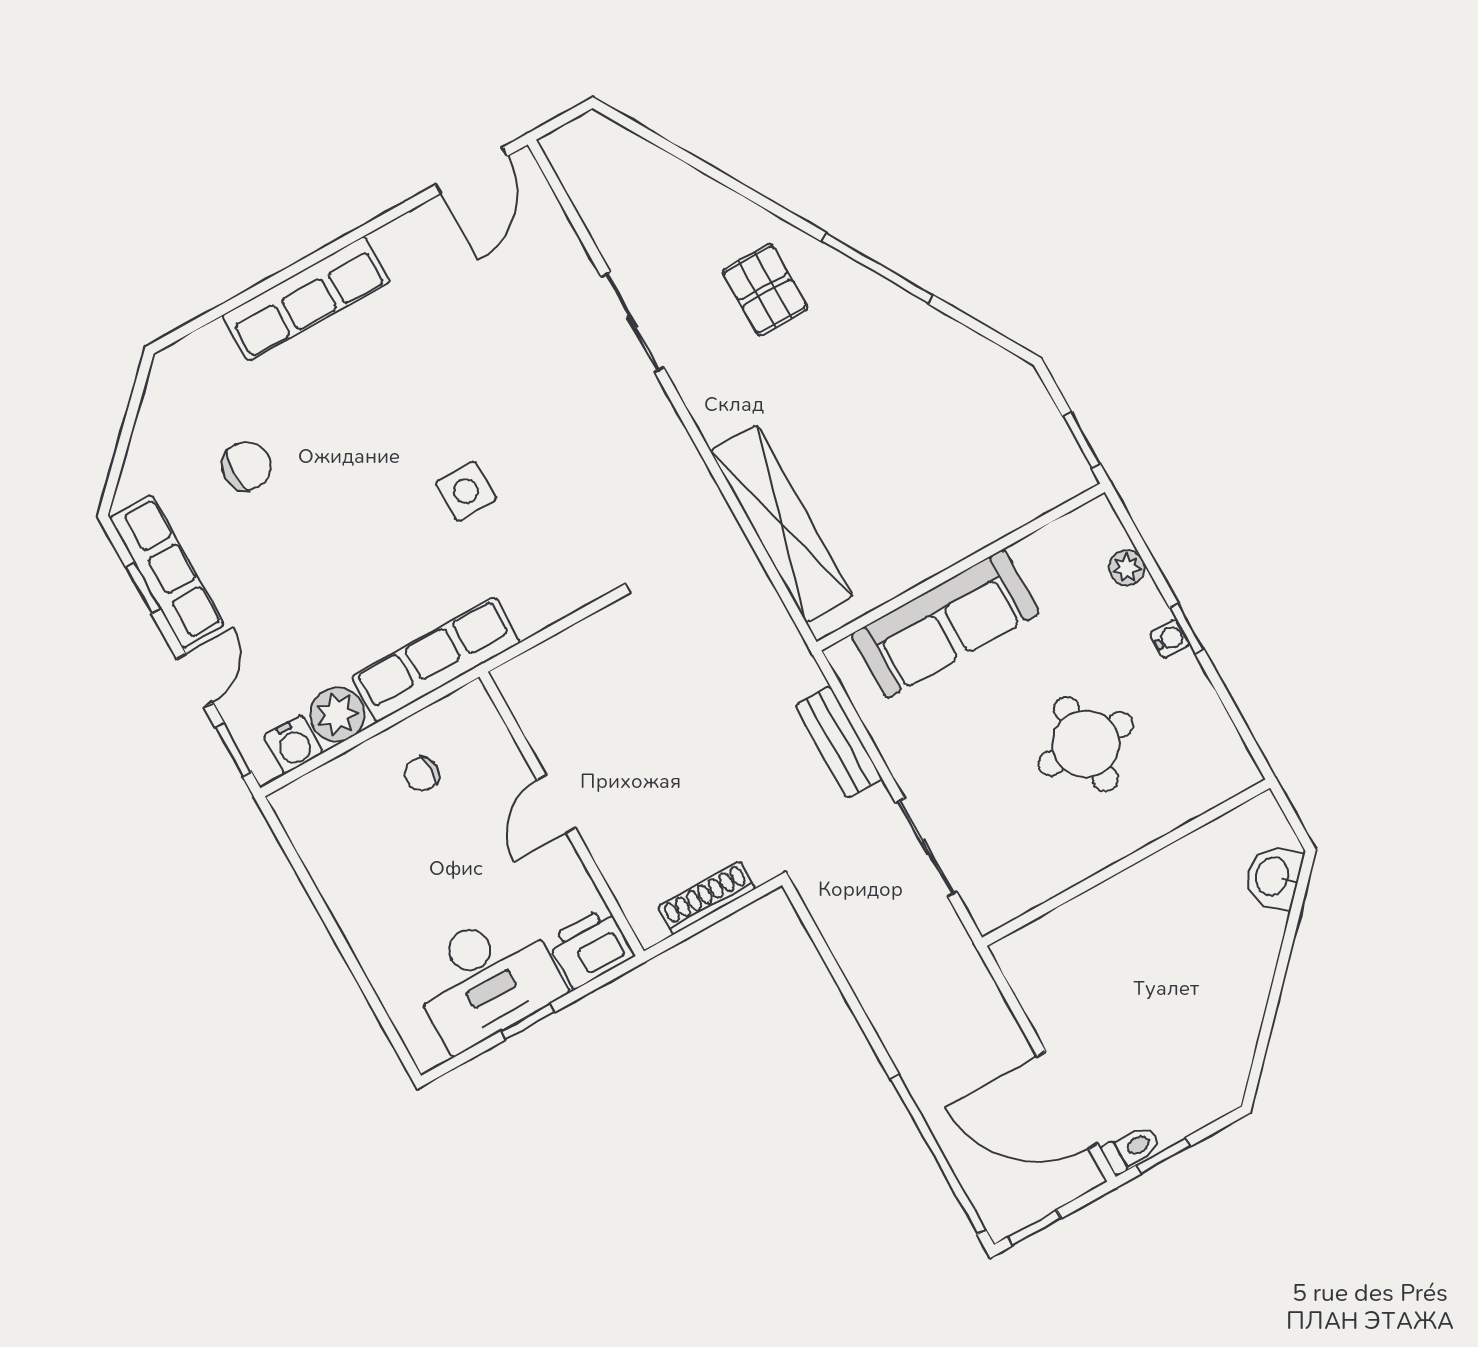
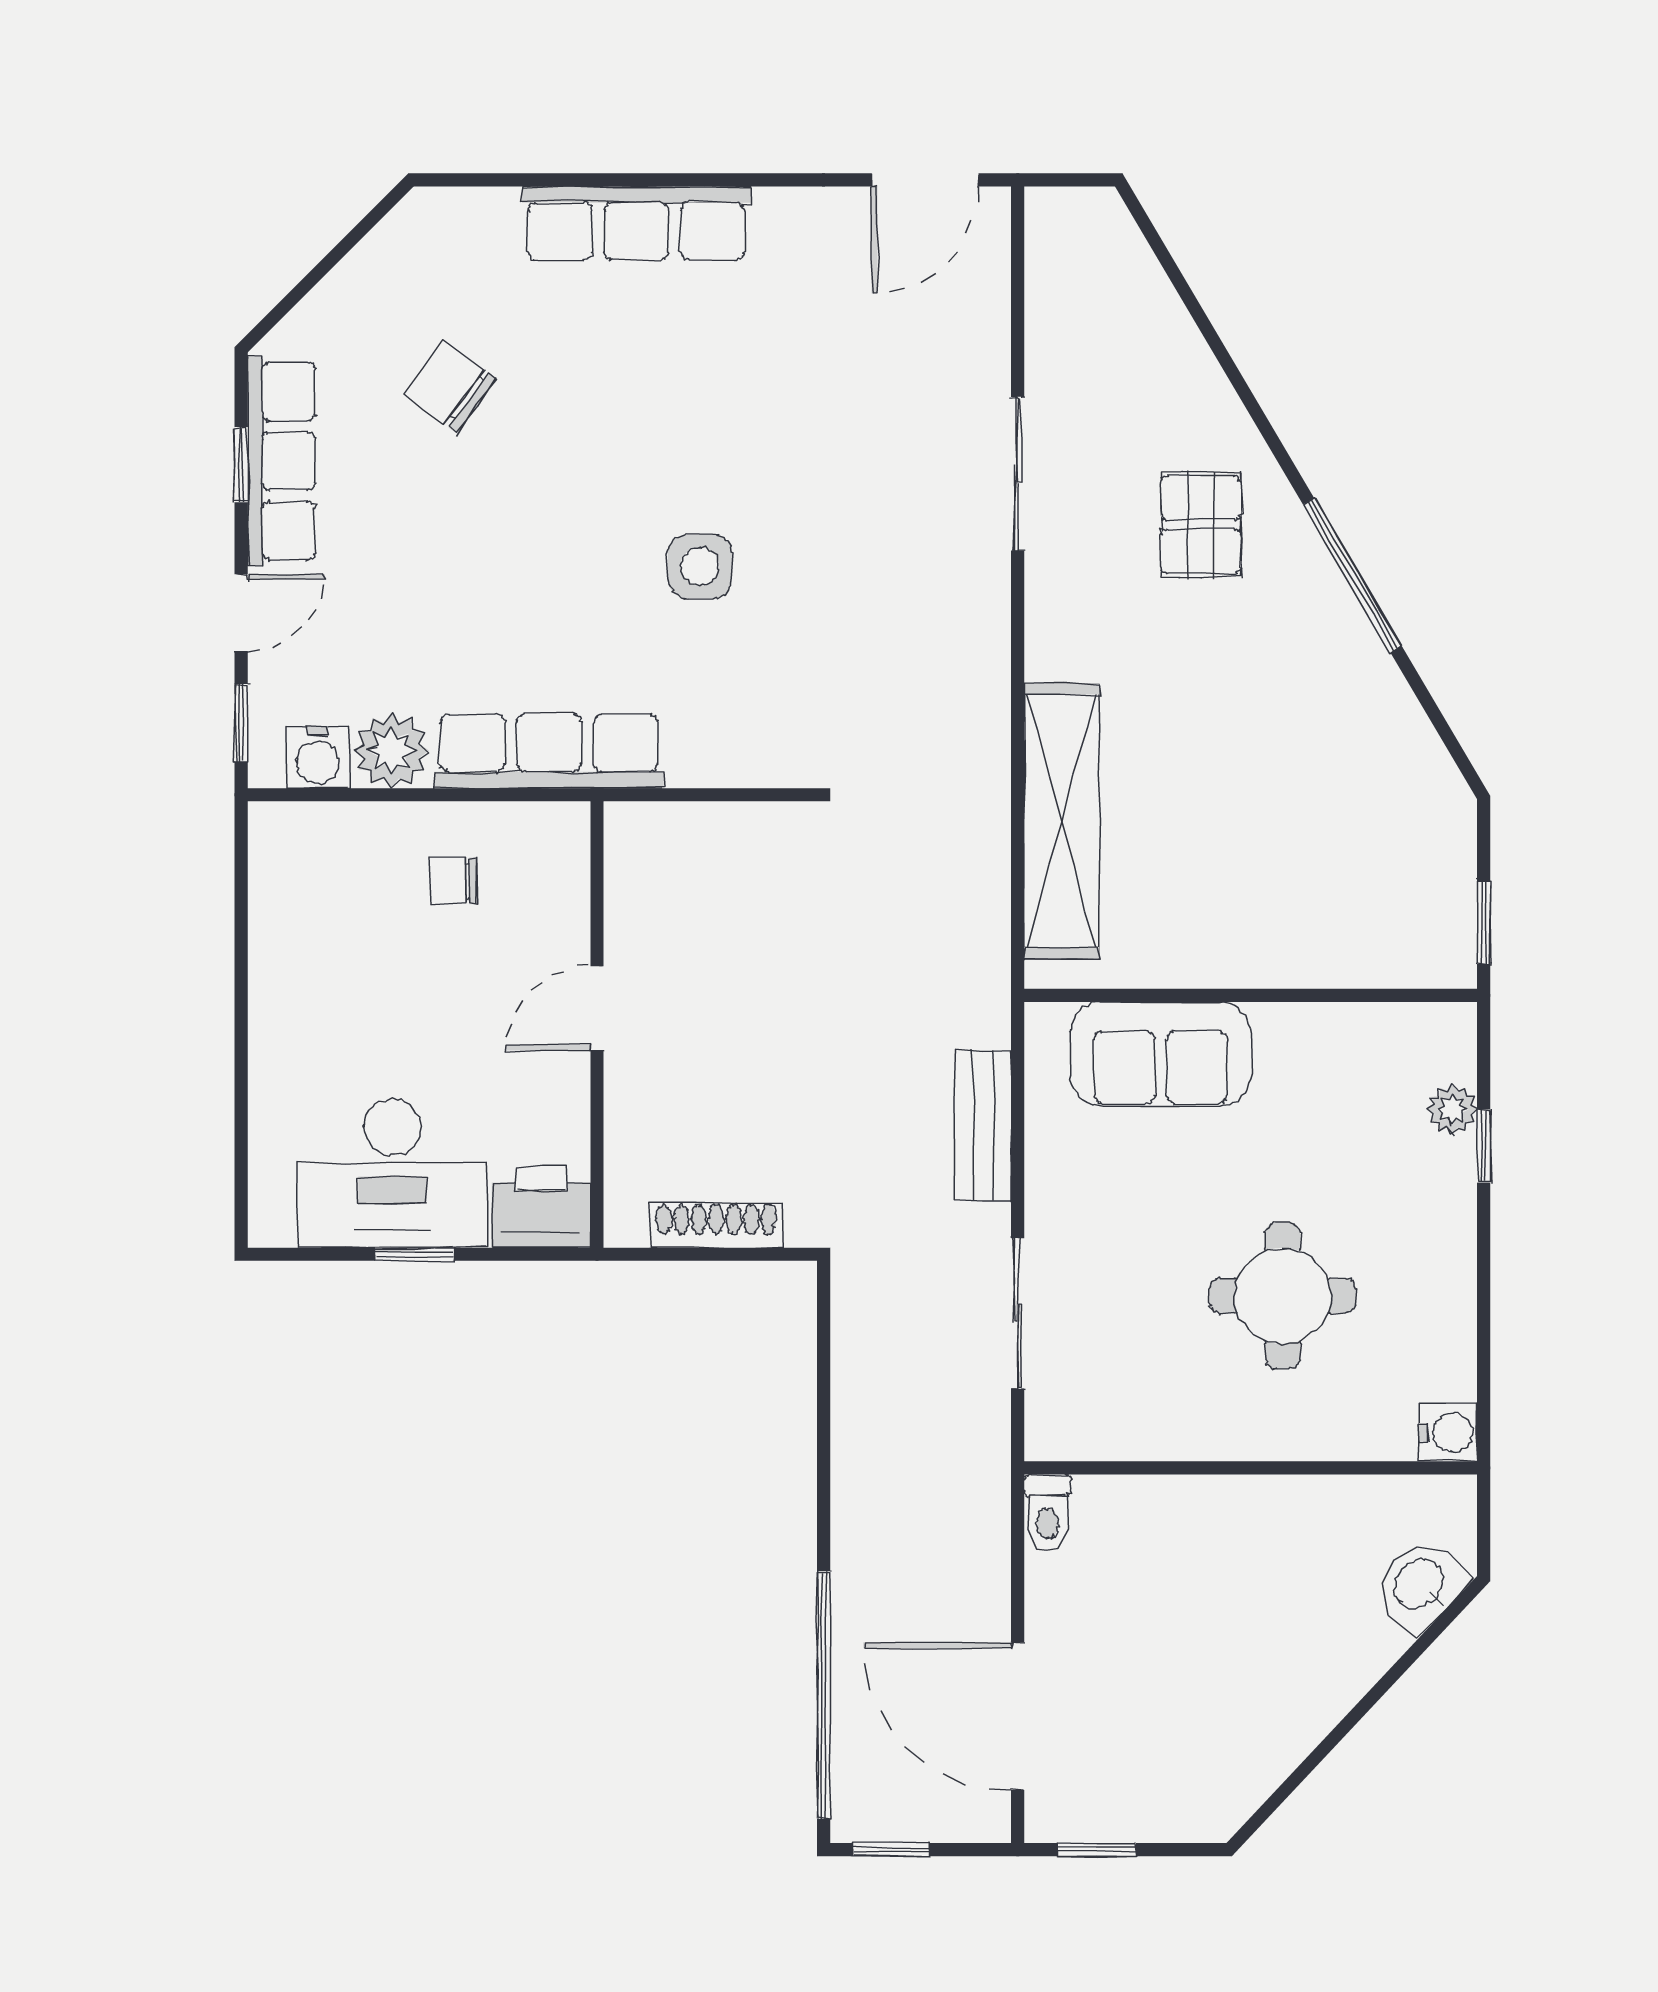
chair: (246, 466) -> (450, 387), turned -144
sofa: (945, 624) -> (1161, 1054), width x0.73
window: (1187, 628) -> (1484, 1146), moved
water cooler: (1170, 639) -> (1448, 1432), moved, width x1.38, depth x1.38
toilet: (1131, 1149) -> (1048, 1513), moved, turned 90

